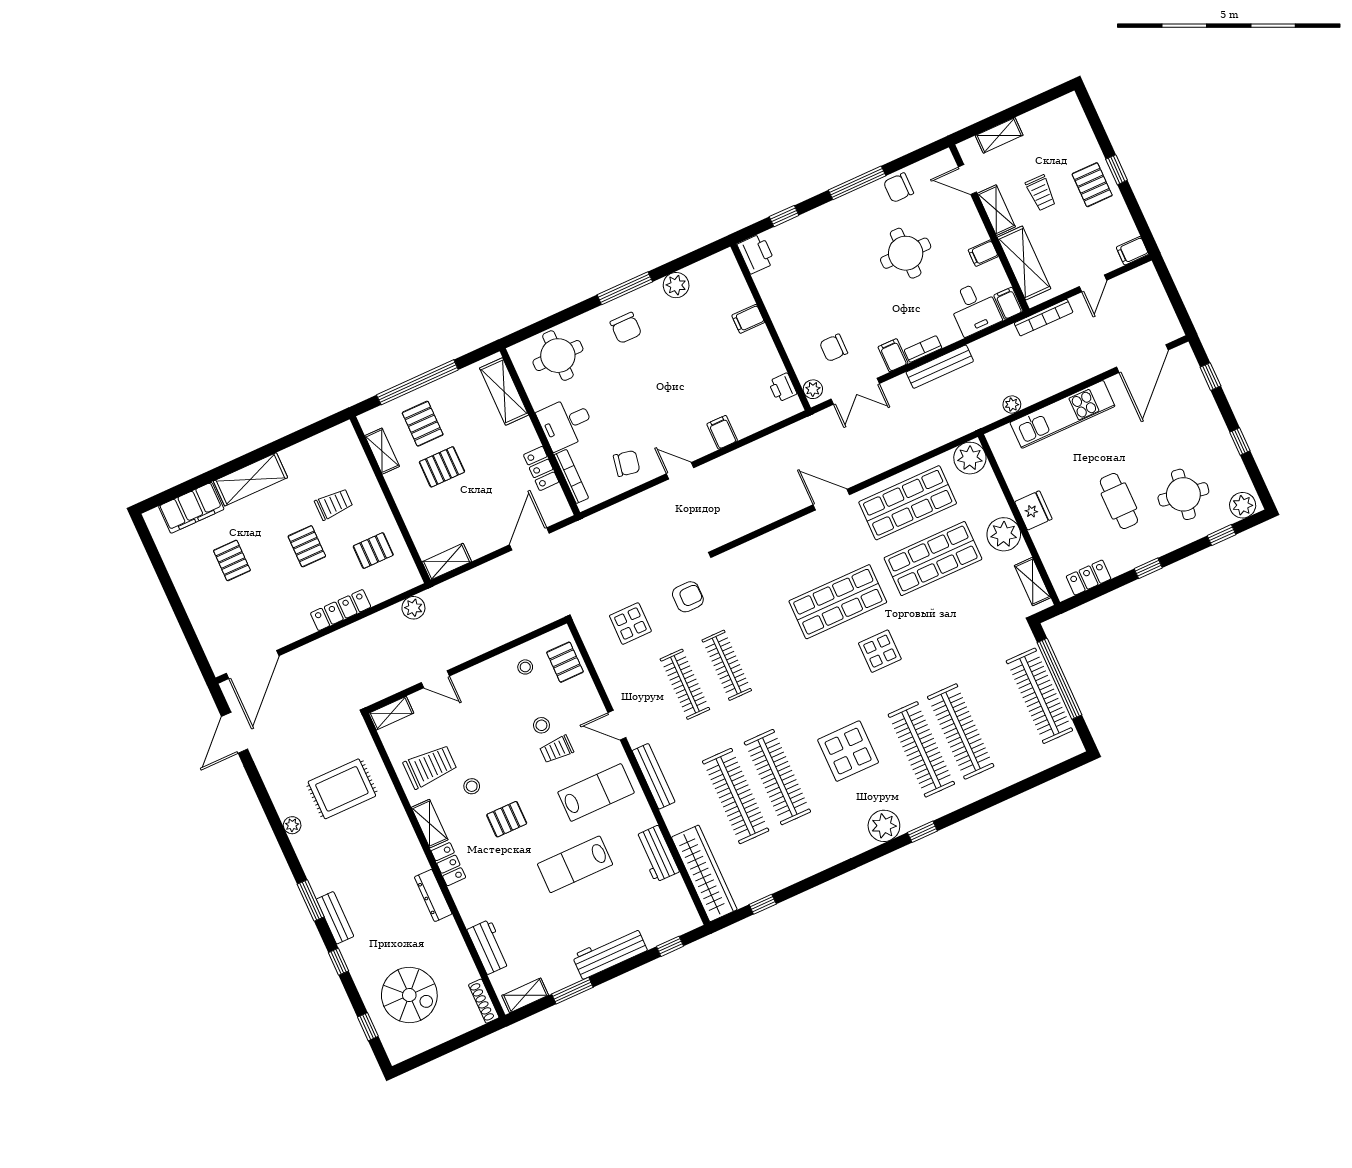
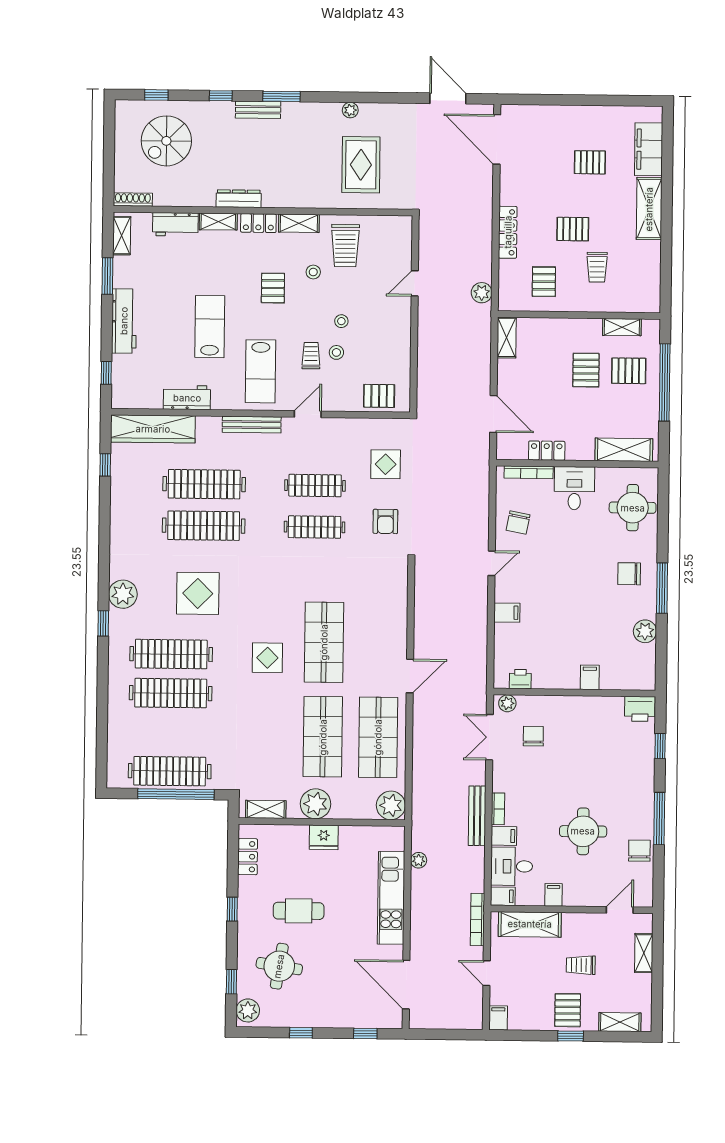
pallet: (1092, 185) -> (568, 1010), turned 90
shelving: (996, 210) -> (620, 1022), moved
filing cabinet: (893, 355) -> (504, 836), moved
stool: (525, 667) -> (341, 321), moved
shelving: (391, 713) -> (218, 222), moved, turned 90

